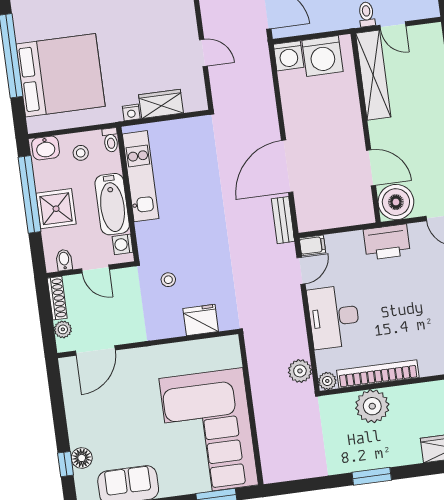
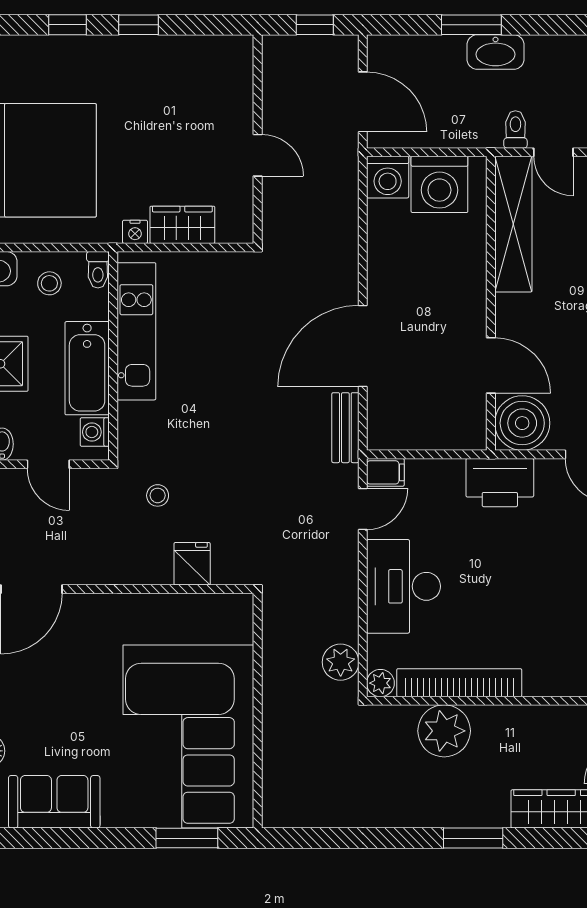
fridge: (201, 320) -> (192, 564), width x0.72
window: (372, 476) -> (473, 838), moved

